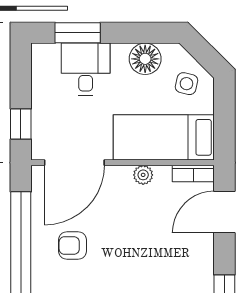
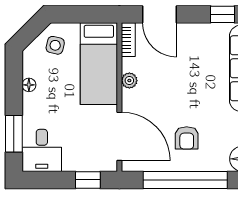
floor lamp: (145, 59) -> (29, 85), width x0.53, depth x0.53
desk: (86, 69) -> (42, 150), moved, turned -90

